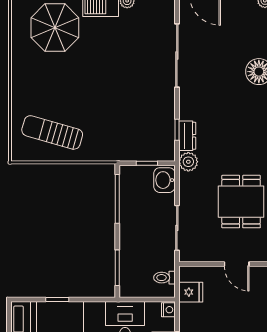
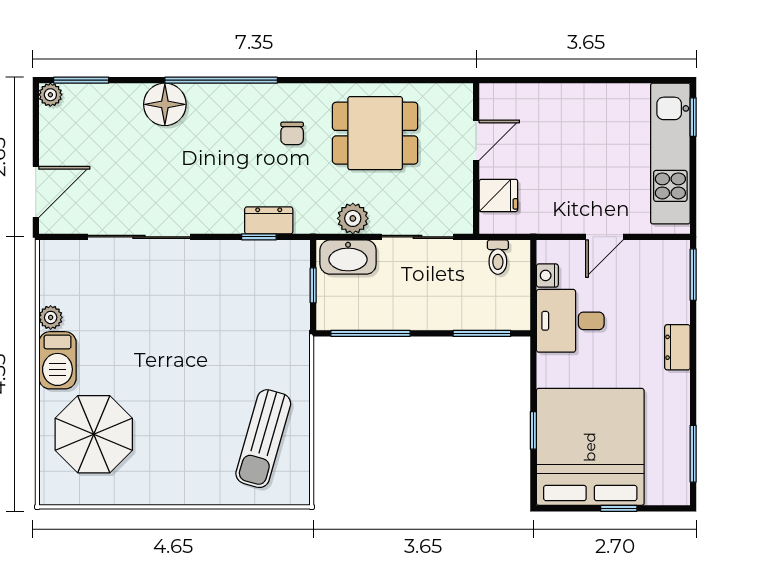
chair: (241, 150) -> (292, 133), added
plant: (188, 162) -> (353, 218), moved
washbasin: (164, 180) -> (348, 257), width x1.38
fridge: (191, 292) -> (498, 195), moved, turned 90
nightstand: (168, 310) -> (547, 275), moved, turned -90

